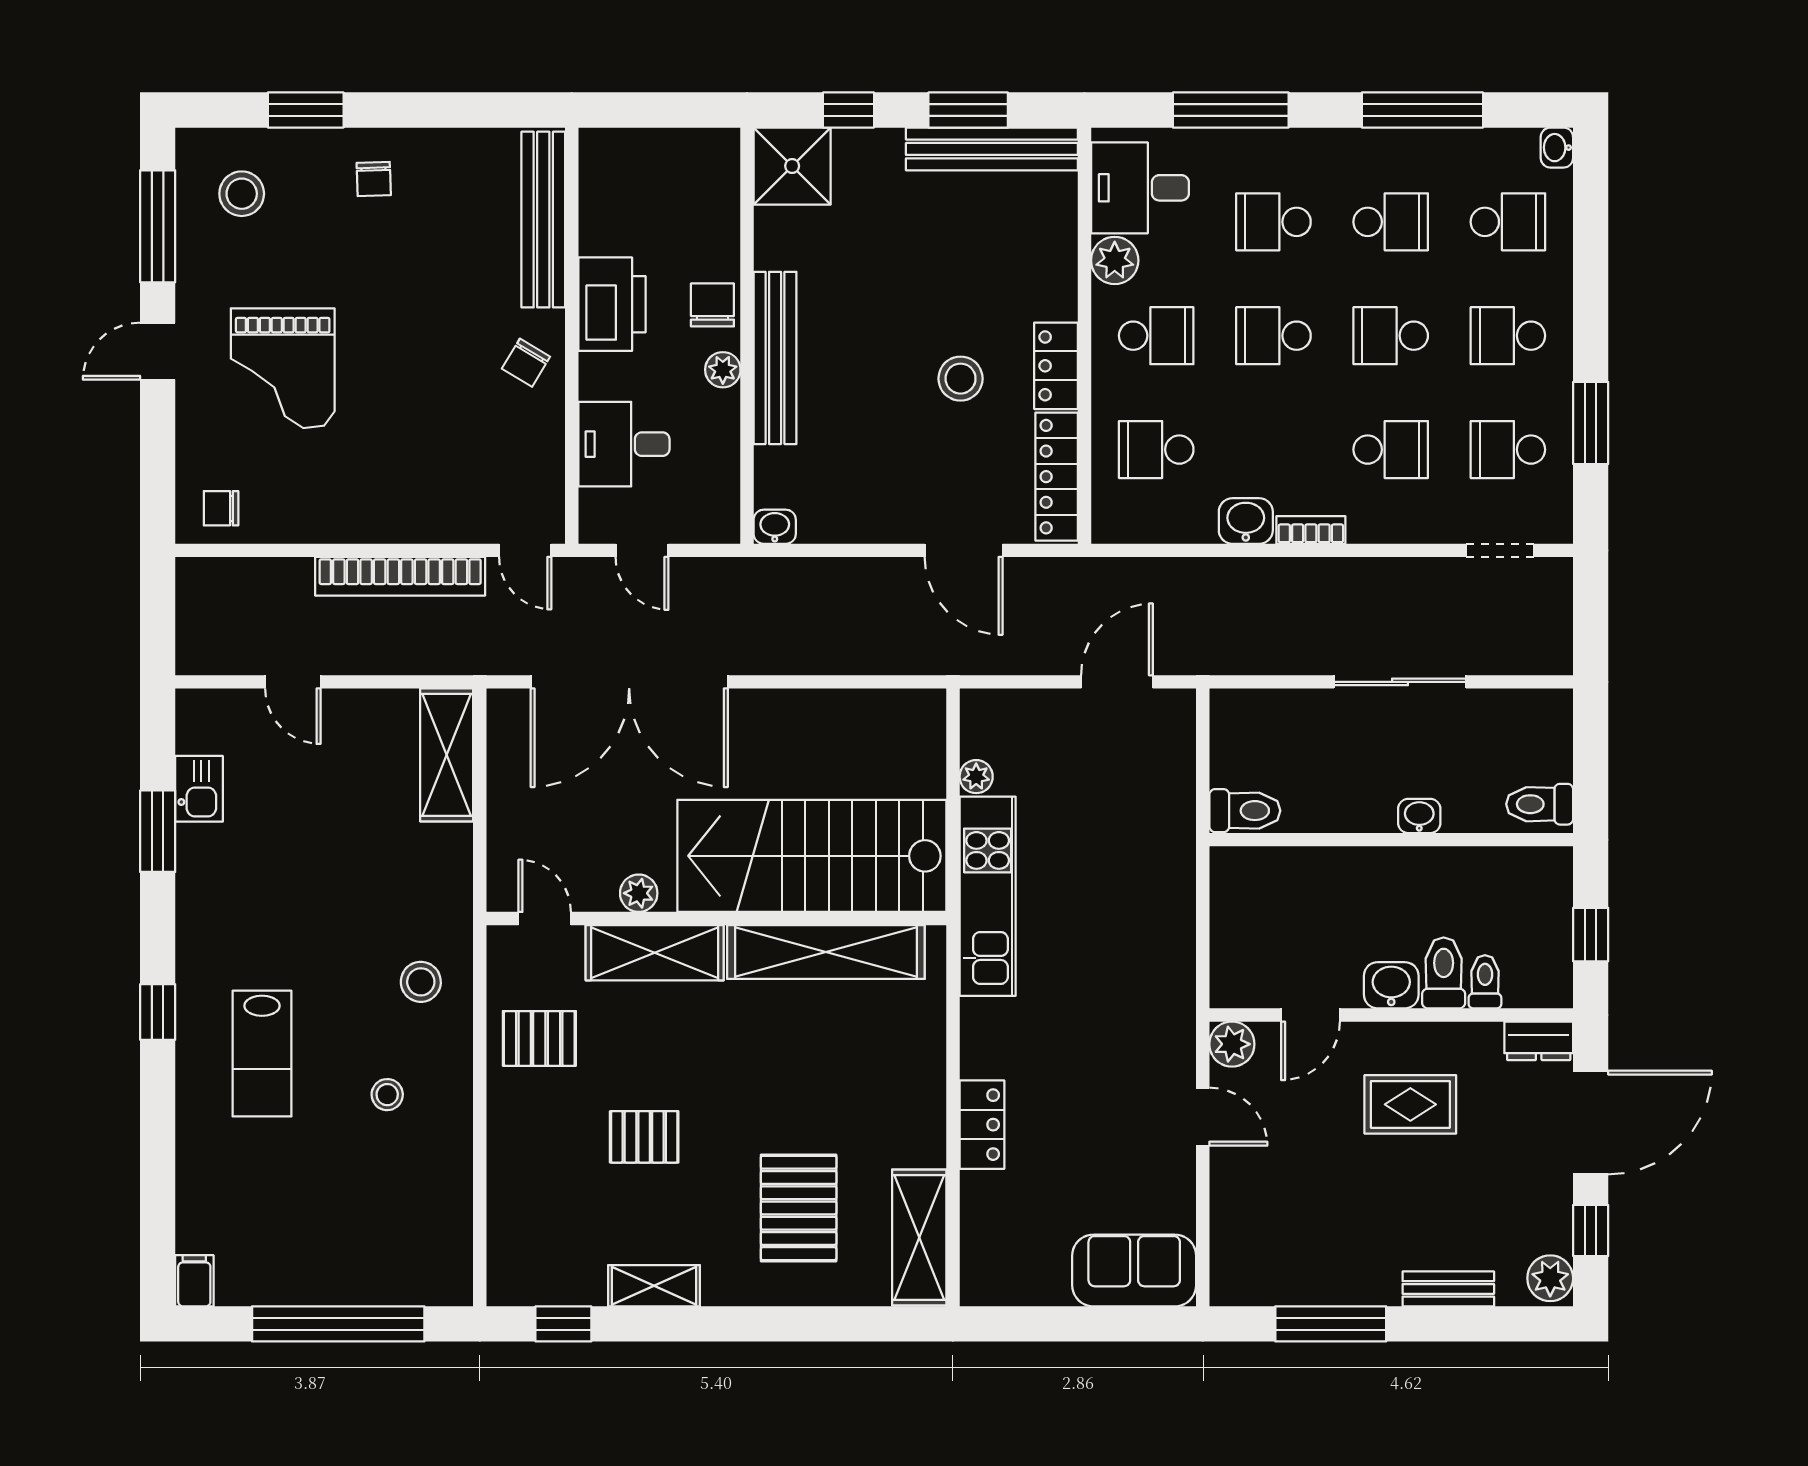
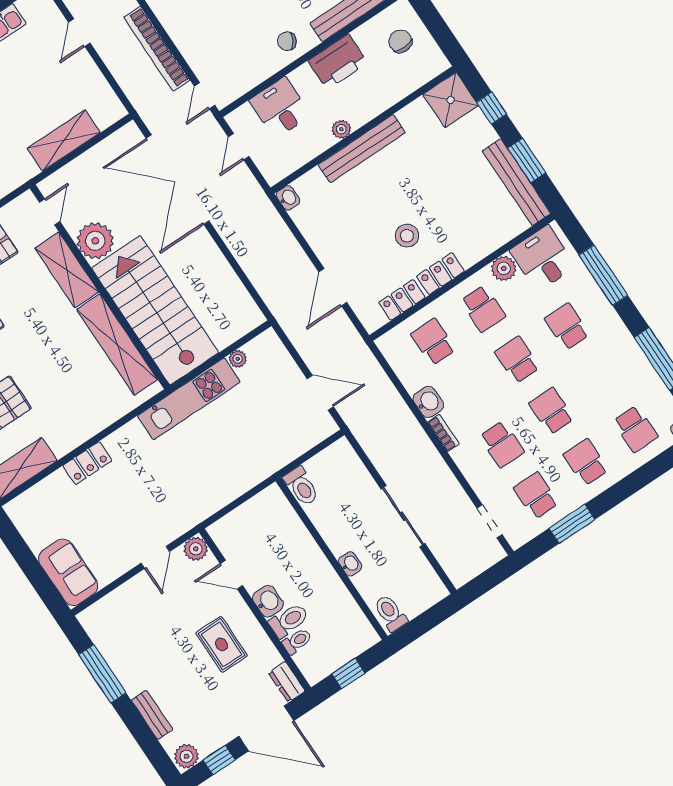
school desk: (1391, 222) -> (601, 378), removed
chair: (712, 305) -> (400, 41), moved, turned -90
locker: (1057, 477) -> (402, 300), width x0.66
shelving: (447, 755) -> (64, 140), moved
plant: (639, 893) -> (95, 241), width x1.87, depth x1.87

